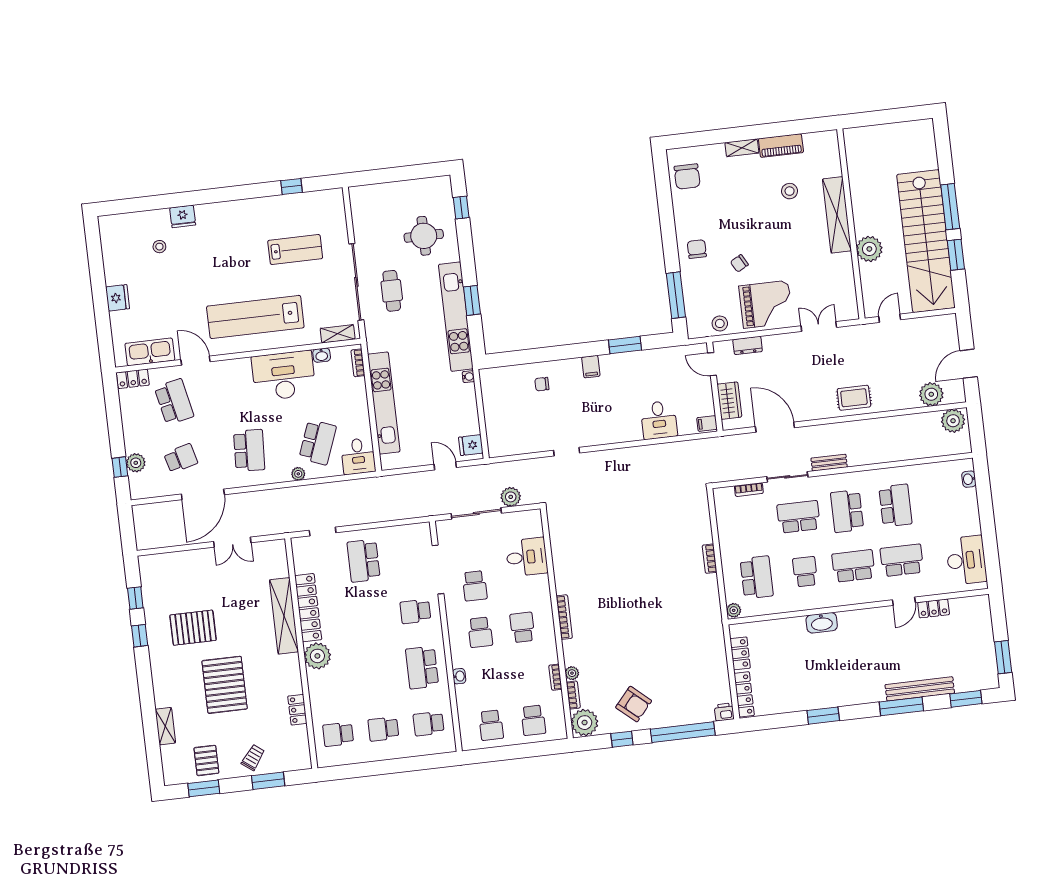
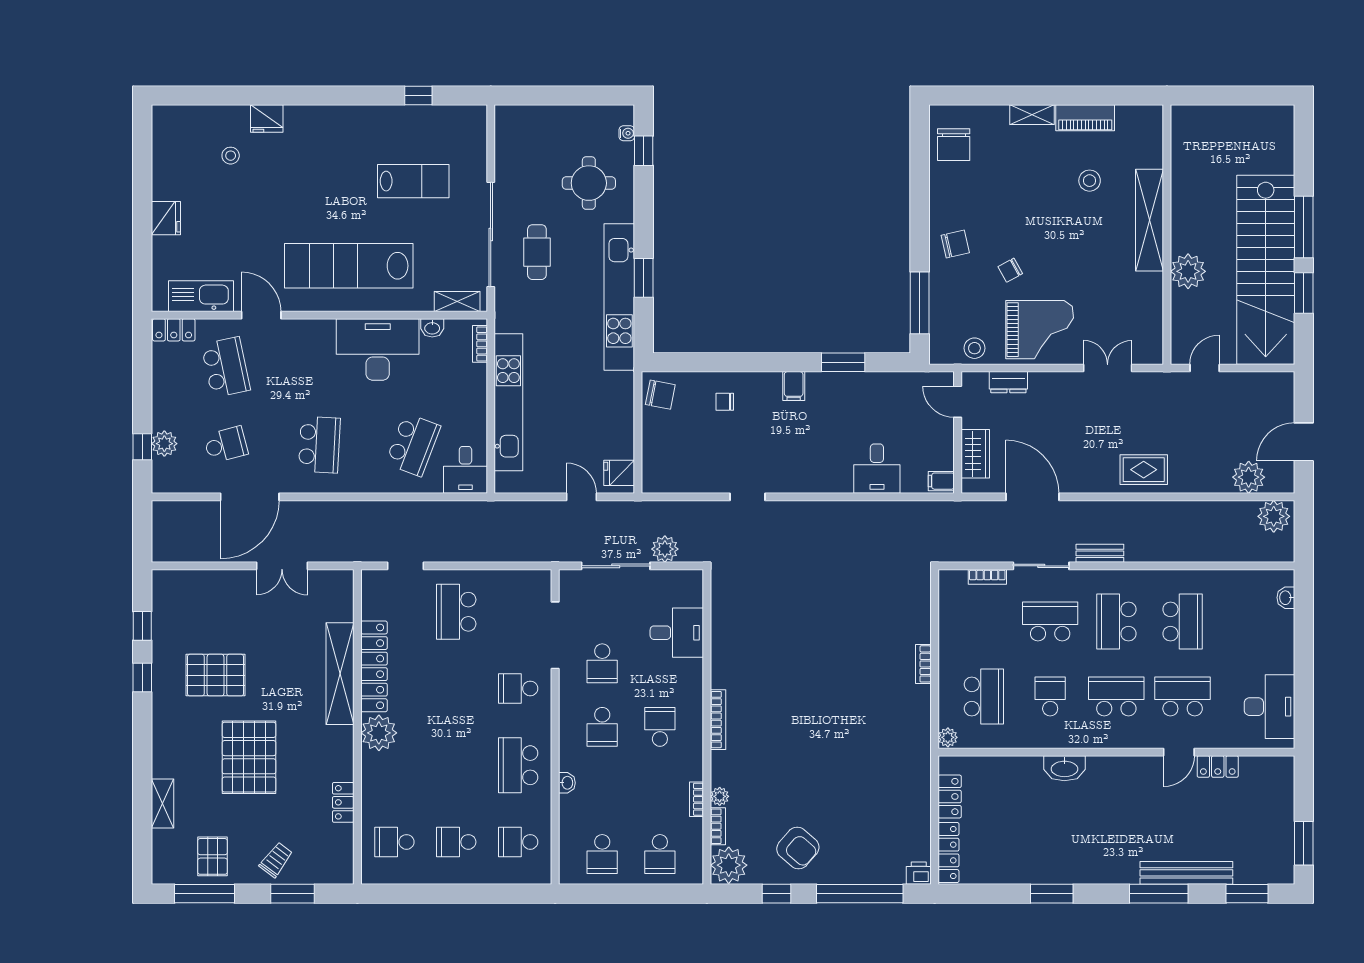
chair: (697, 249) -> (955, 244), turned 77
water cooler: (468, 377) -> (627, 133), moved
chair: (494, 384) -> (660, 395), added
plant: (298, 474) -> (382, 484), removed
window: (204, 788) -> (205, 894), width x1.44

